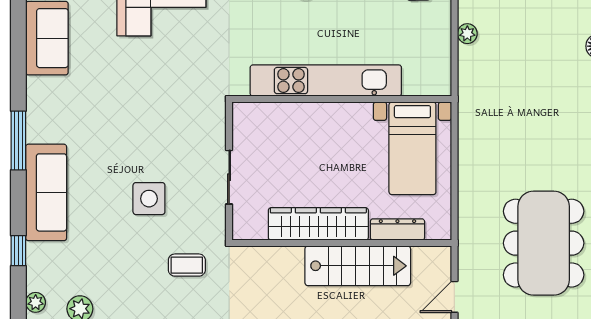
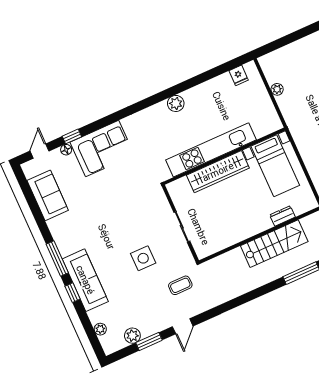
wardrobe: (318, 224) -> (218, 172), moved, turned 180
dresser: (397, 229) -> (283, 216), width x0.70
window: (18, 251) -> (73, 293), moved
plant: (36, 302) -> (100, 329), moved

